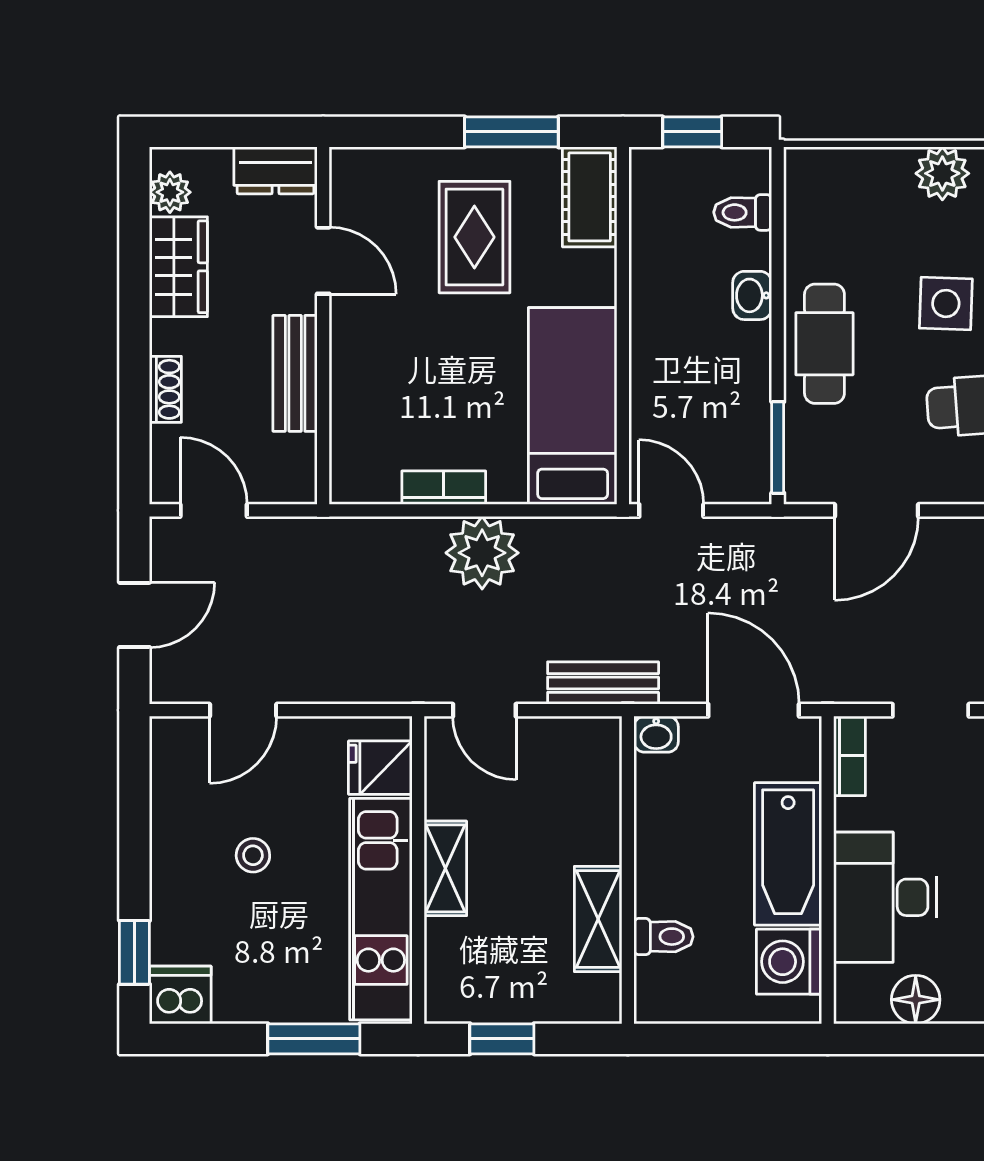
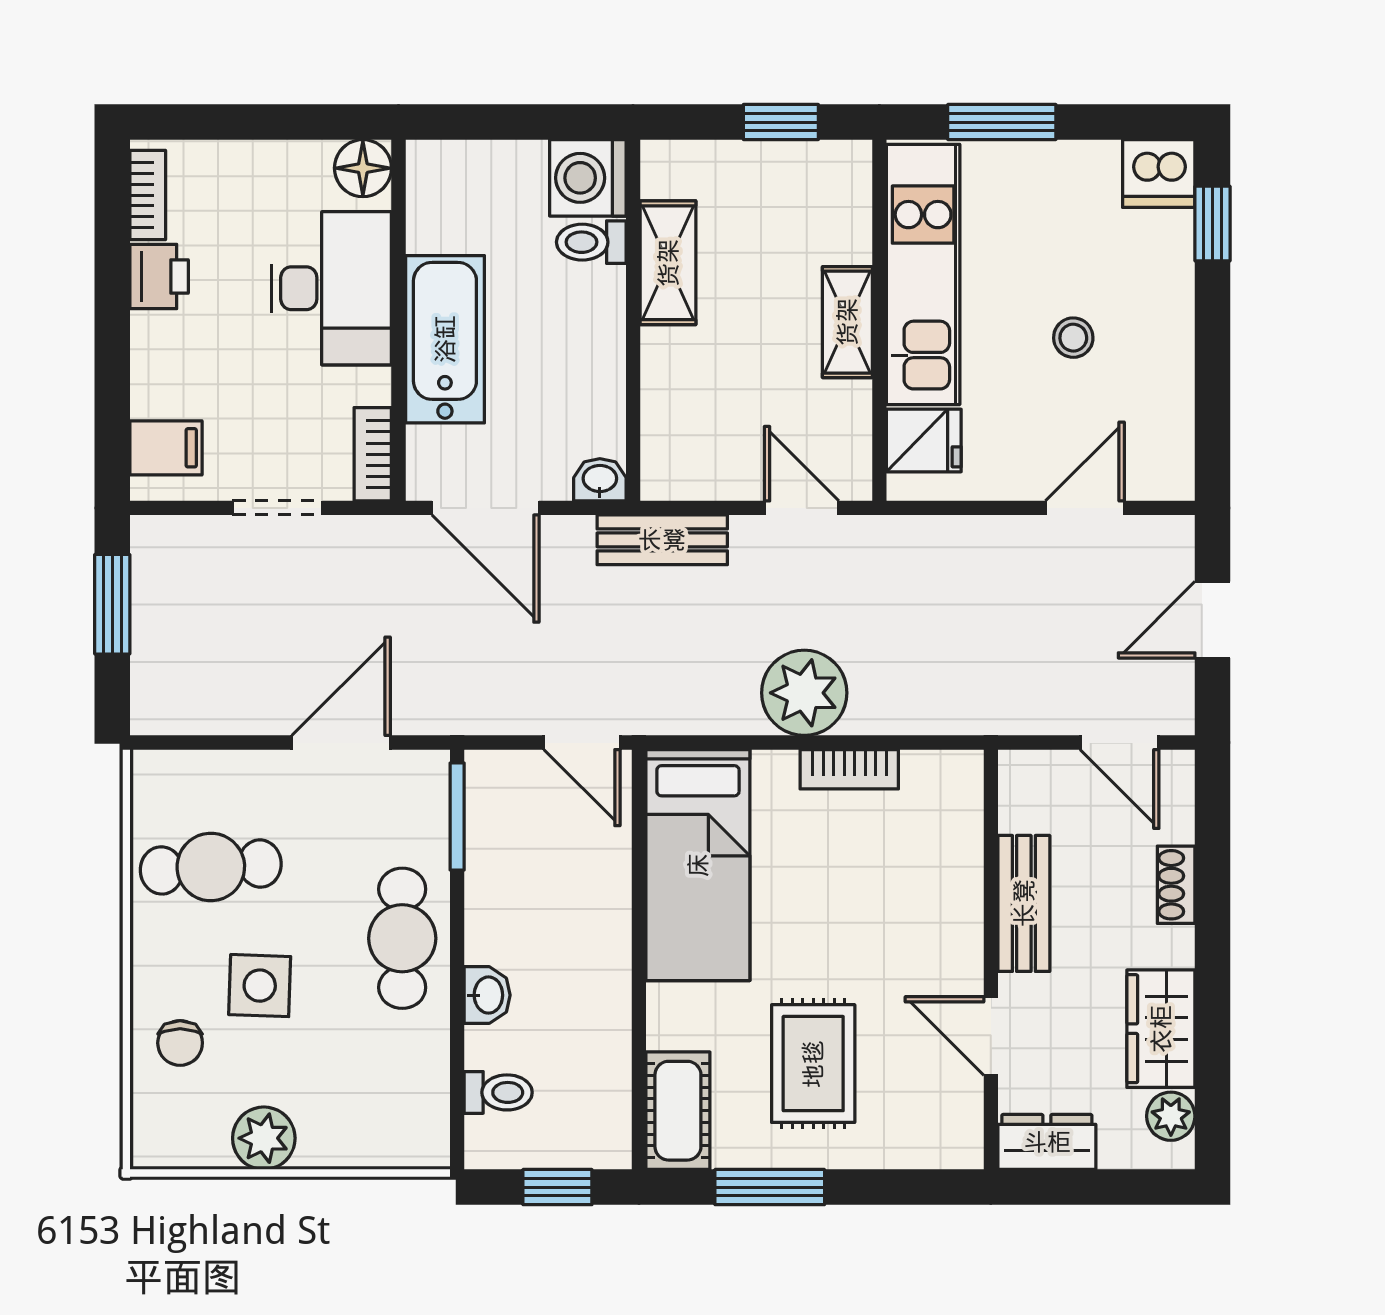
washing machine: (789, 962) -> (588, 178), moved, turned 180
floor lamp: (916, 1000) -> (363, 168), moved

